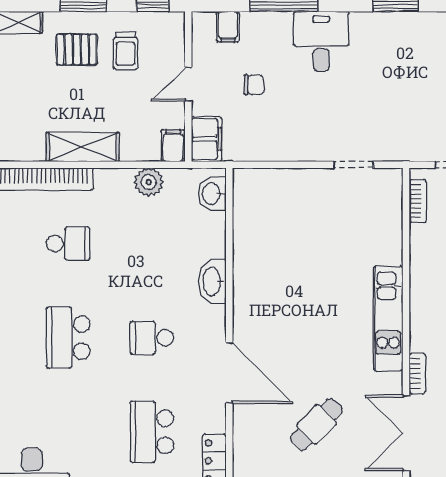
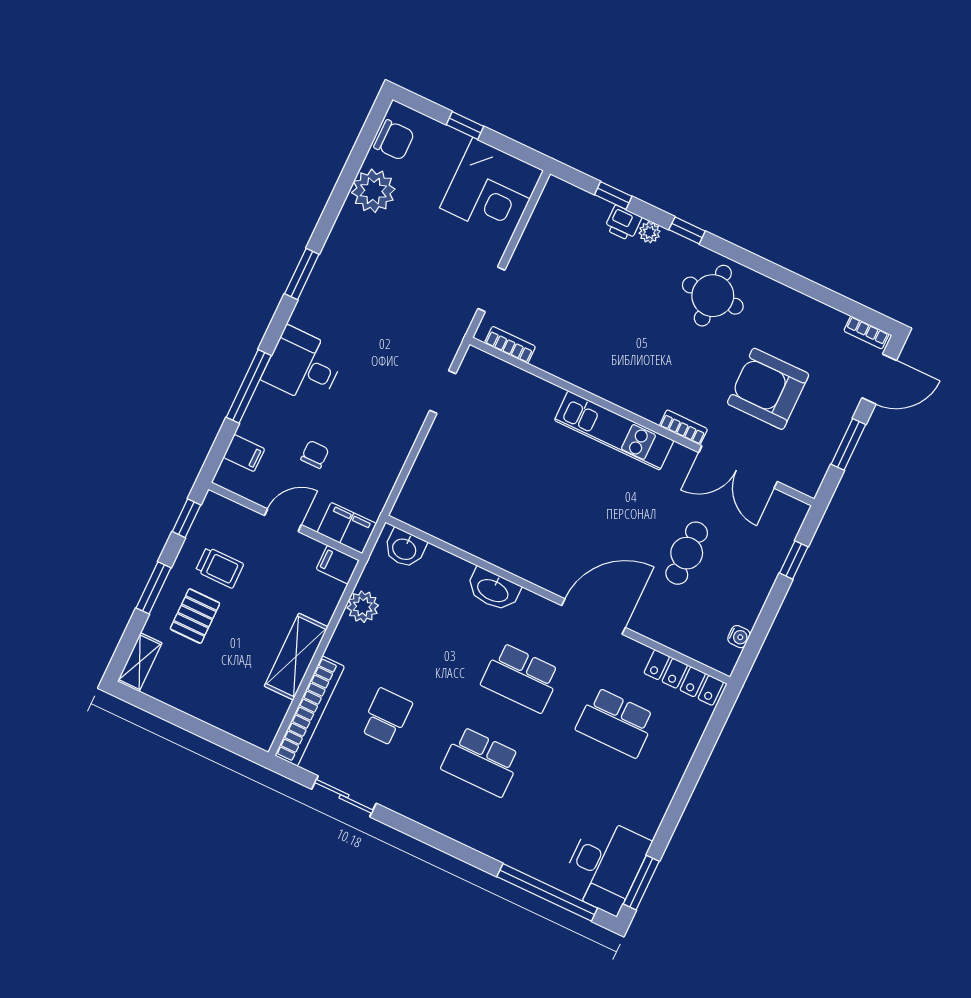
door: (188, 84) -> (283, 520), swing flipped
school desk: (152, 338) -> (521, 678), width x1.85
cafe table: (316, 424) -> (687, 553), turned 45

